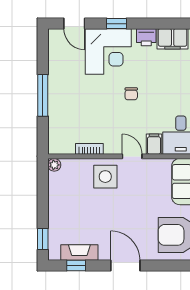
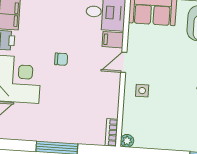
bookcase: (89, 149) -> (111, 133), moved
side table: (105, 177) -> (142, 91), width x0.54, depth x0.54

